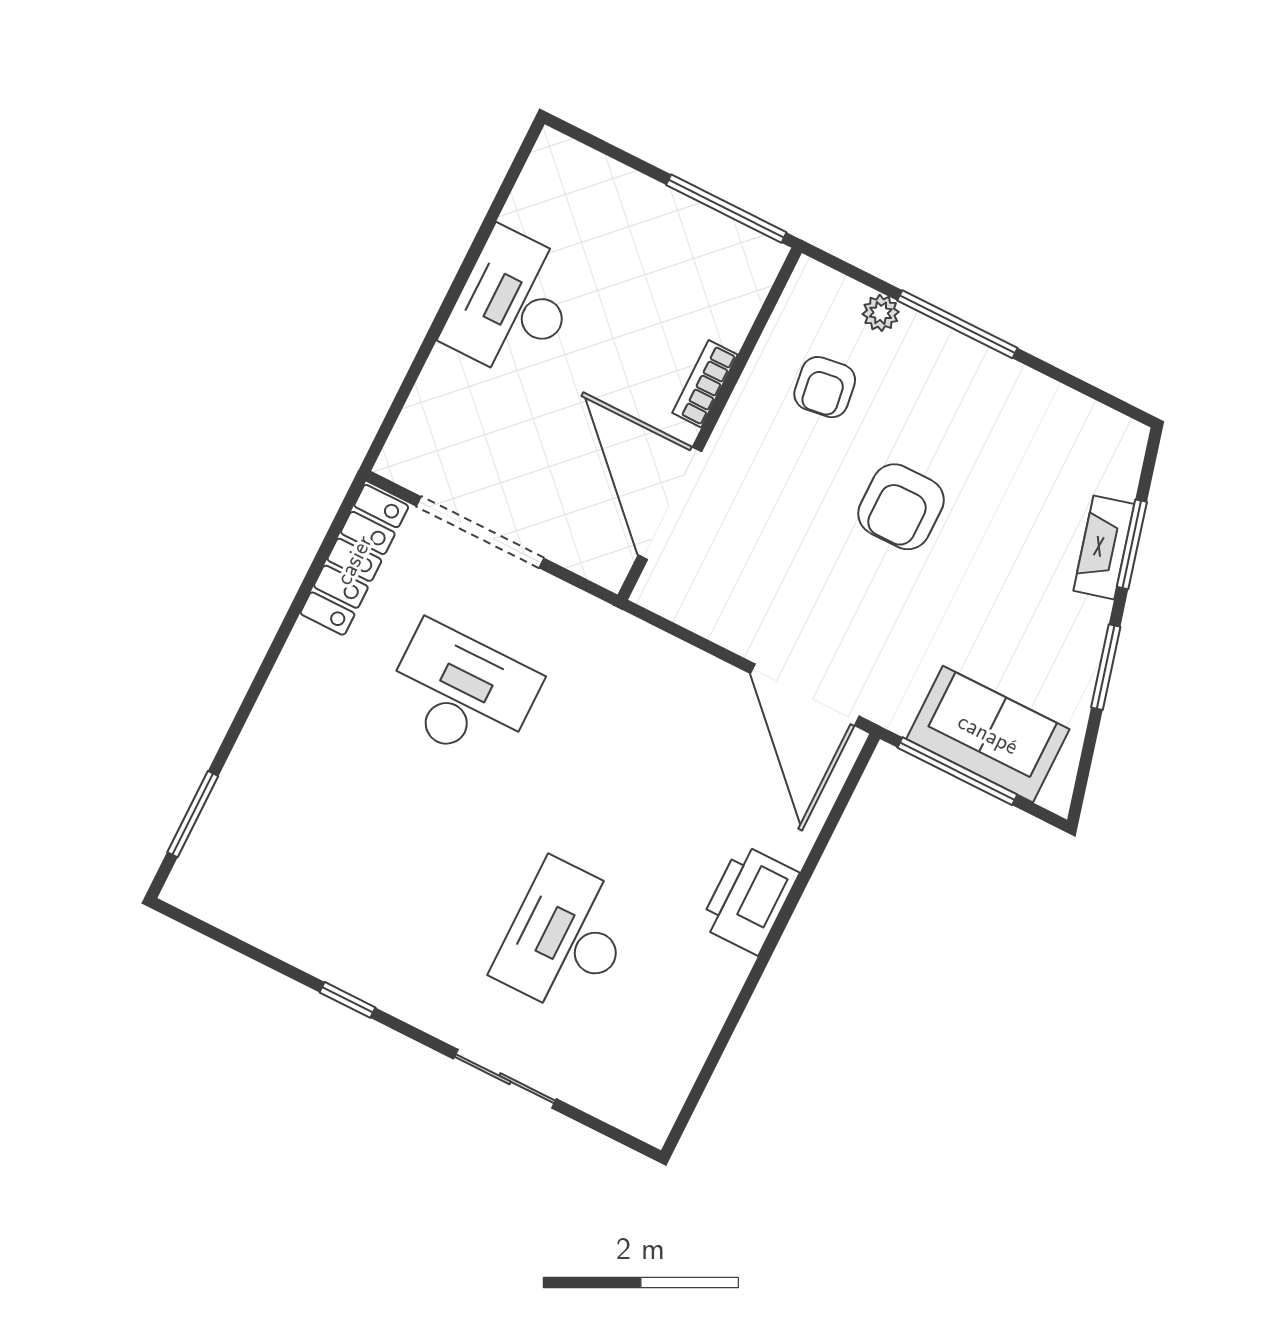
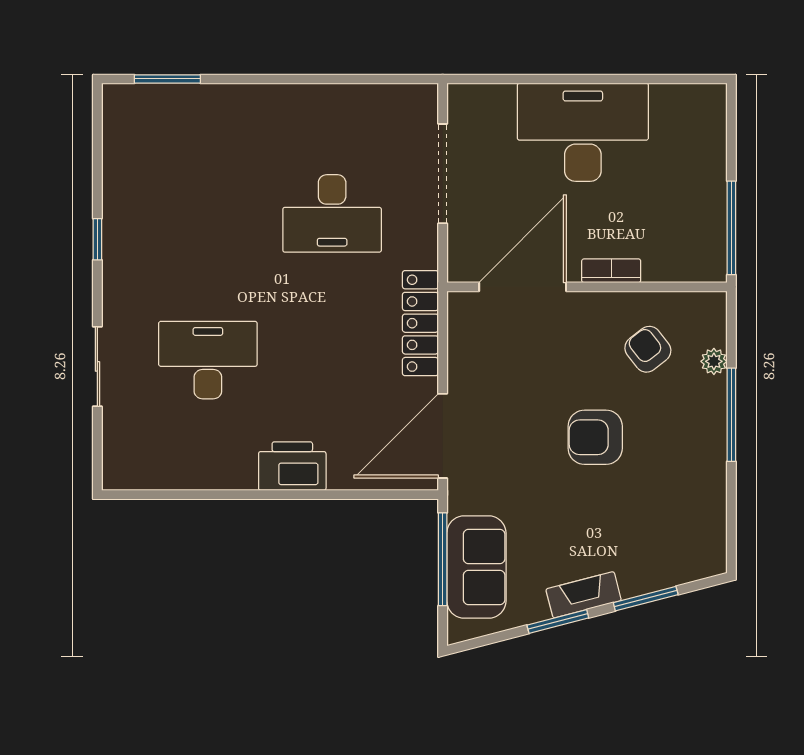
desk: (513, 304) -> (583, 132), width x1.36, depth x1.30
armchair: (825, 387) -> (648, 349), turned 60
fireplace: (1104, 547) -> (584, 595), moved
locker: (354, 560) -> (420, 323), moved, turned 90
desk: (461, 694) -> (332, 213), turned 90

